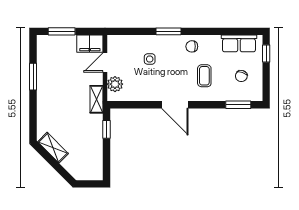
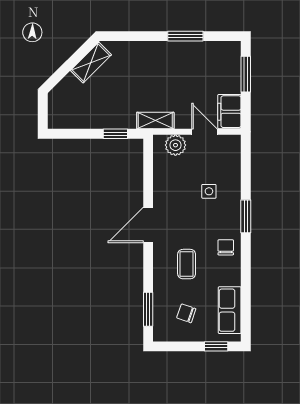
coffee table: (204, 76) -> (187, 264), turned 90

